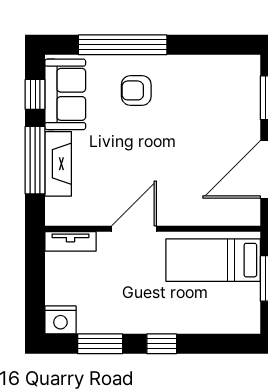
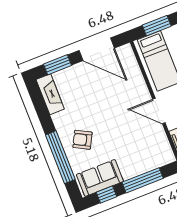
armchair: (136, 90) -> (82, 140), turned 118
fireplace: (58, 164) -> (50, 94), moved, turned 90

